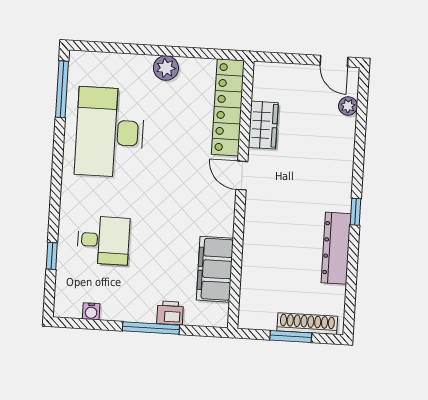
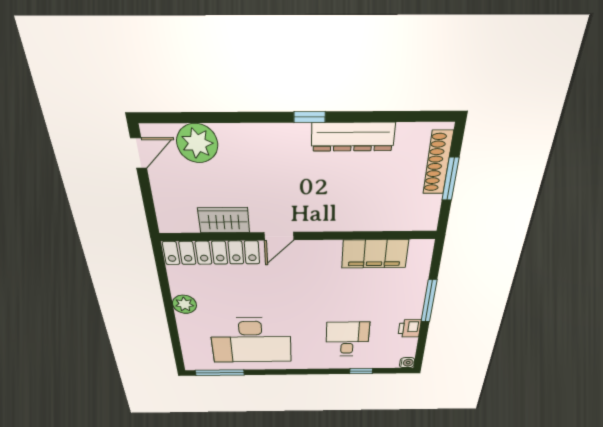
plant: (348, 106) -> (197, 143), width x1.87, depth x1.87
water cooler: (91, 311) -> (407, 363), moved
printer: (170, 313) -> (410, 328), moved

